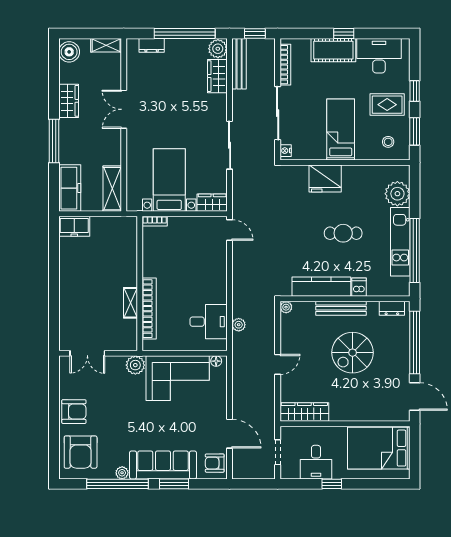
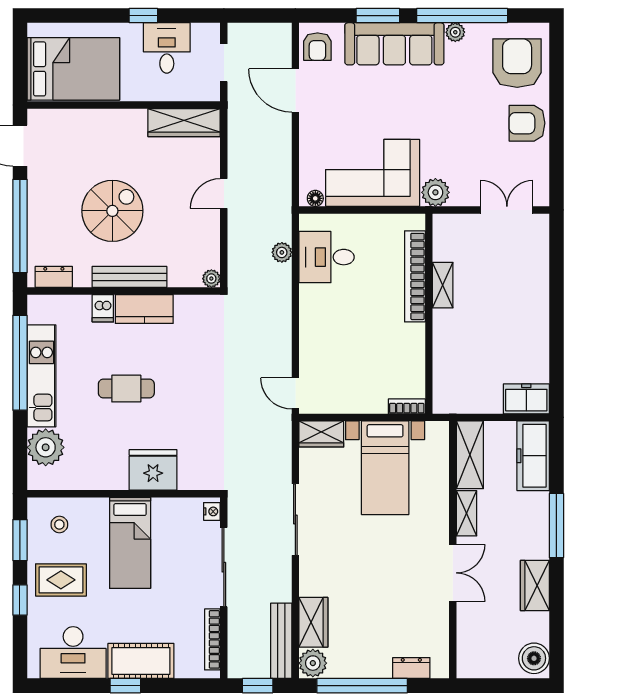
shelving: (106, 45) -> (466, 513), moved, turned 90
kitchen counter: (321, 287) -> (144, 309), width x0.67
armchair: (215, 463) -> (317, 47), turned 90

